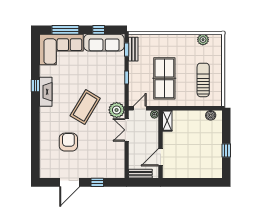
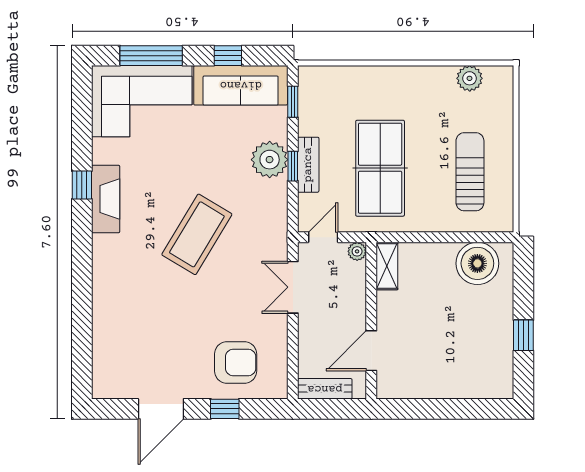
bench: (133, 49) -> (308, 165), moved
plant: (117, 110) -> (270, 160), moved
boiler: (211, 115) -> (477, 263), width x1.86, depth x1.86
armchair: (68, 142) -> (236, 362), moved, turned 90

